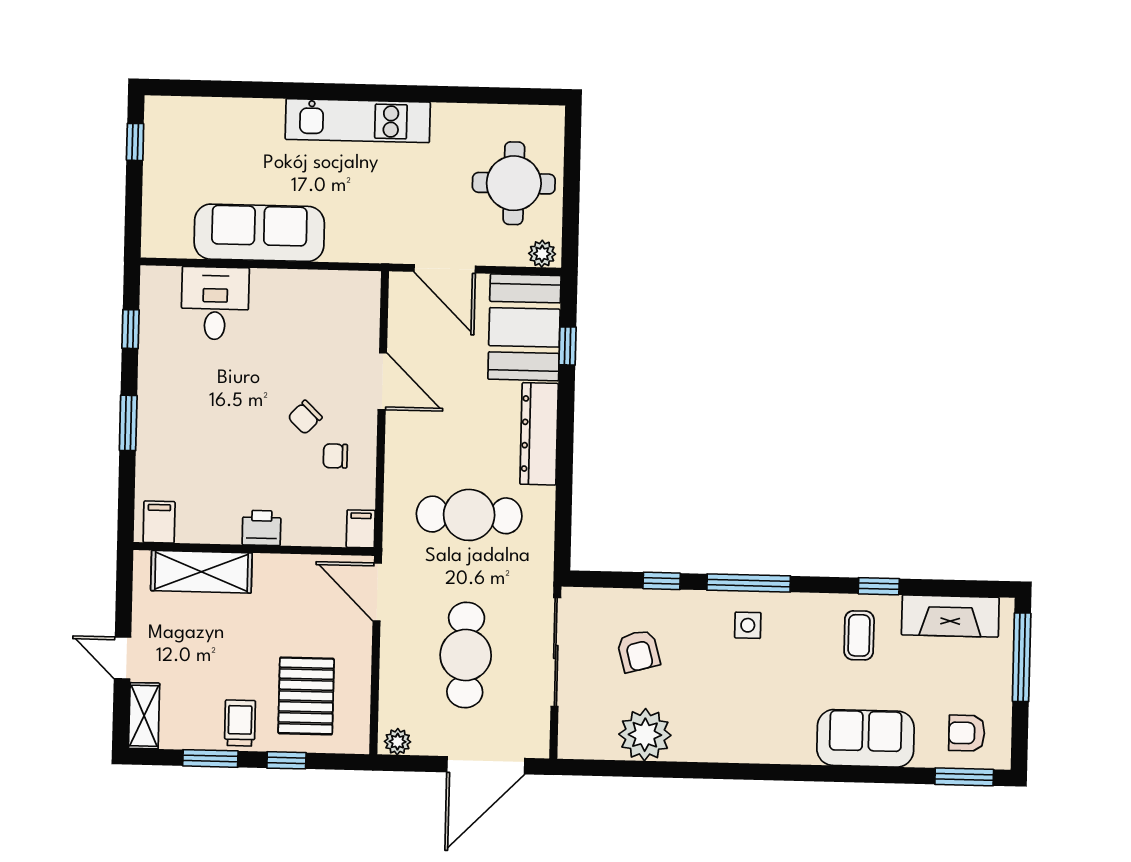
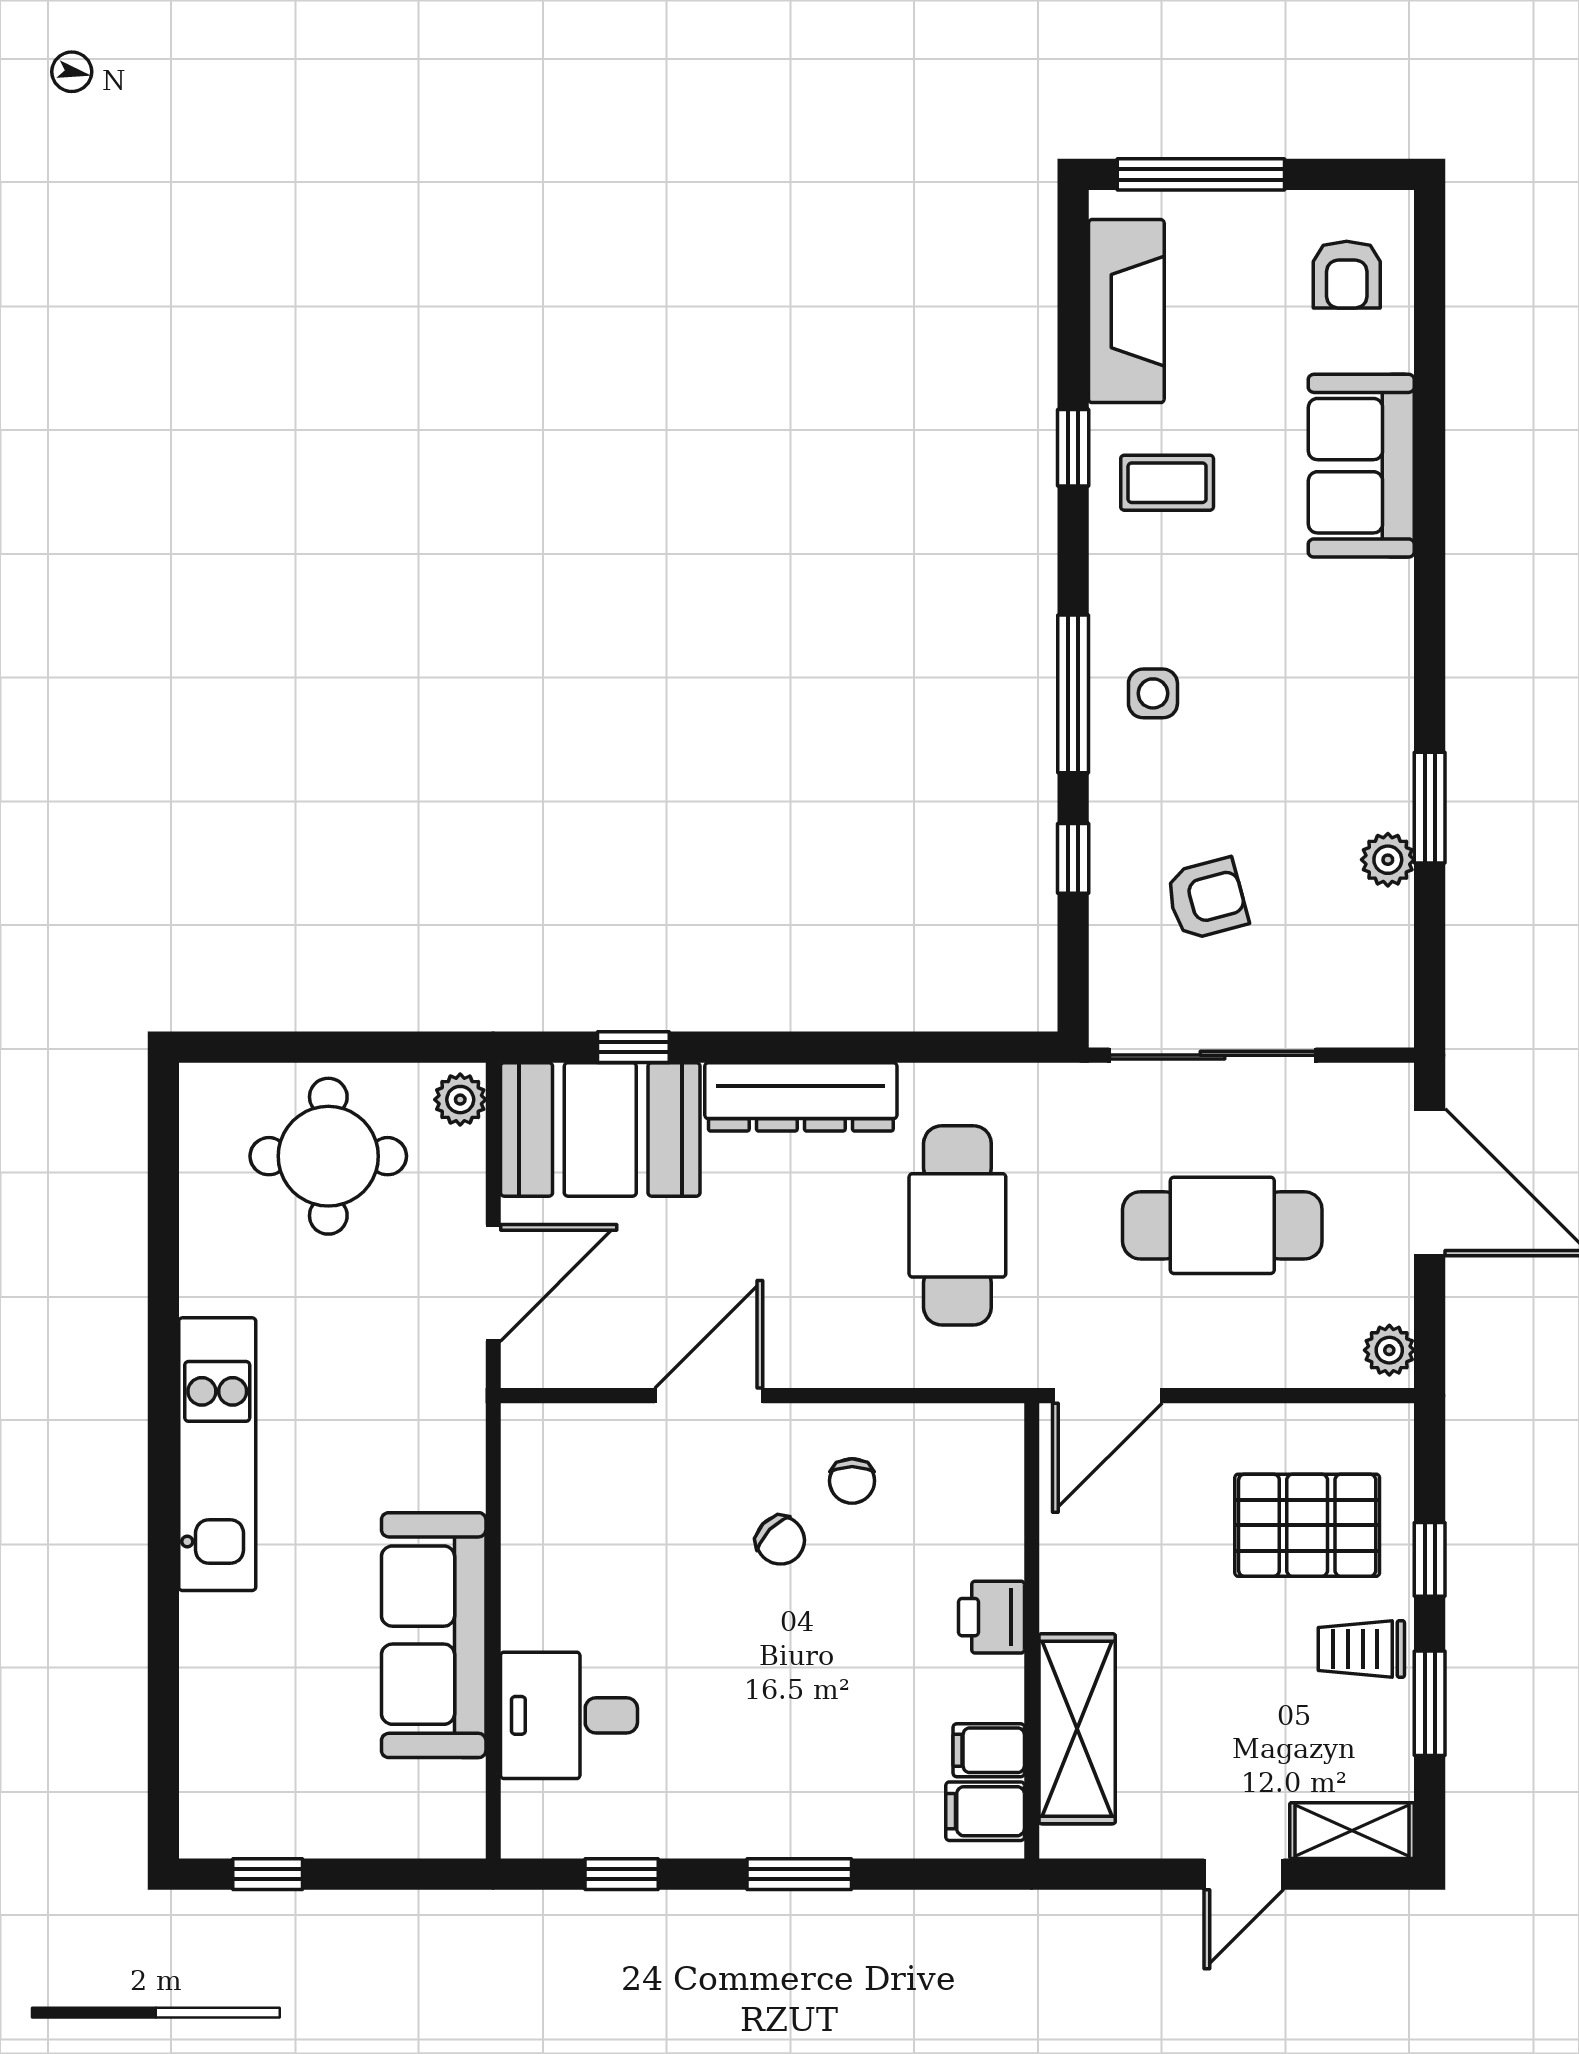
filing cabinet: (361, 529) -> (989, 1750), moved
plant: (645, 735) -> (1388, 860), width x0.53, depth x0.53
window: (964, 777) -> (1430, 808), moved

